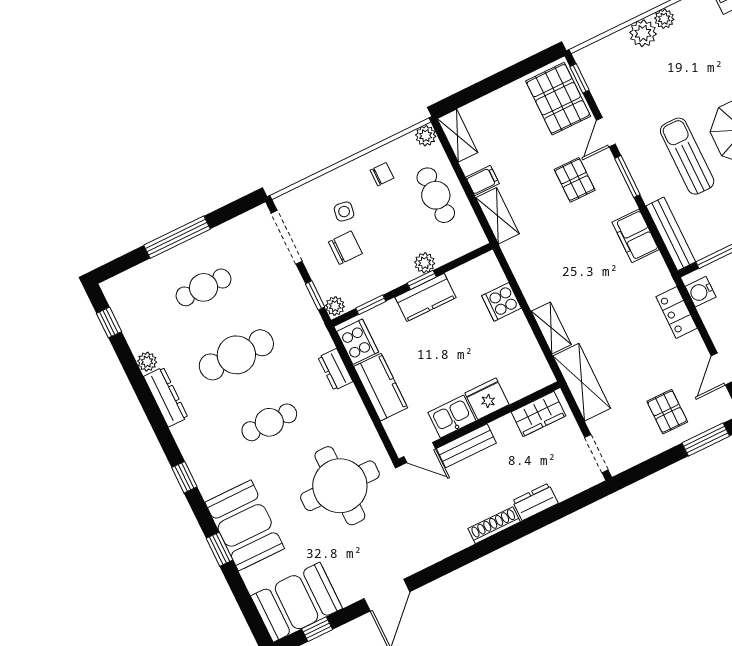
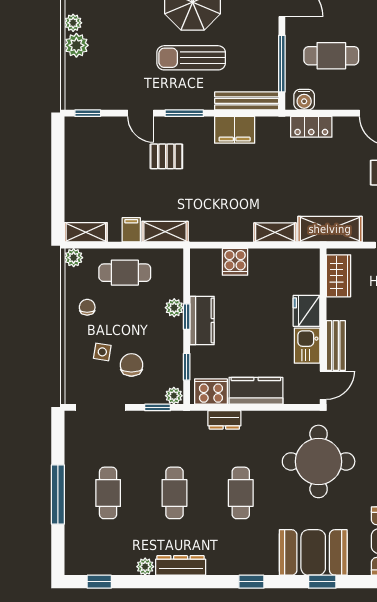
pallet: (558, 99) -> (96, 138), removed
cafe table: (236, 355) -> (174, 493), width x0.73, depth x0.74

